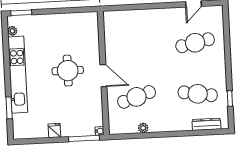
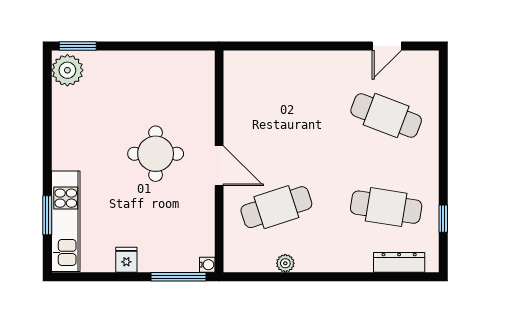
plant: (12, 31) -> (67, 70), width x1.88, depth x1.88
cafe table: (195, 43) -> (386, 116), turned 33
kitchen unit: (18, 75) -> (66, 221), moved, width x0.73

